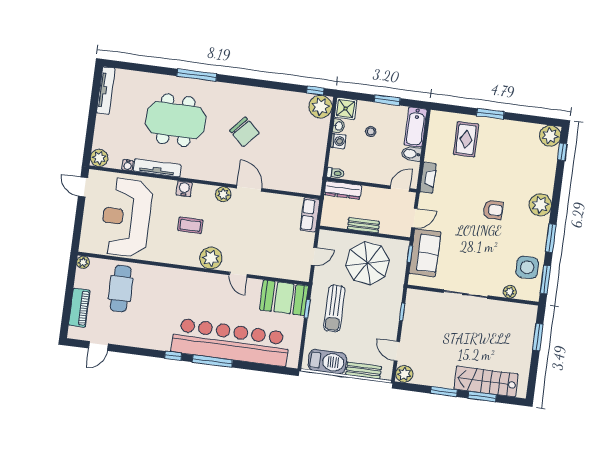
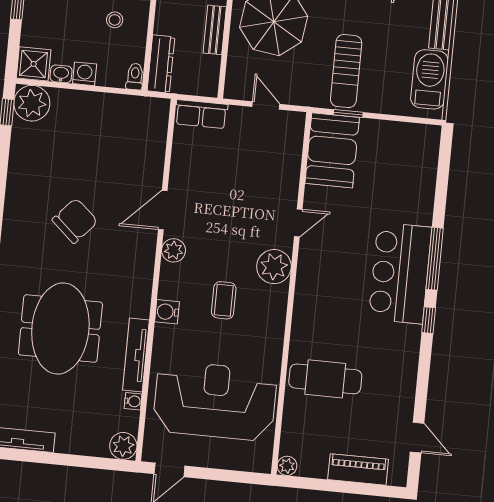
stool: (371, 132) -> (115, 20), moved
reception desk: (126, 217) -> (215, 401), turned 180
cafe table: (121, 289) -> (325, 379), moved
sun lounger: (334, 308) -> (346, 71), turned 90
bar counter: (230, 342) -> (400, 273), width x0.54

